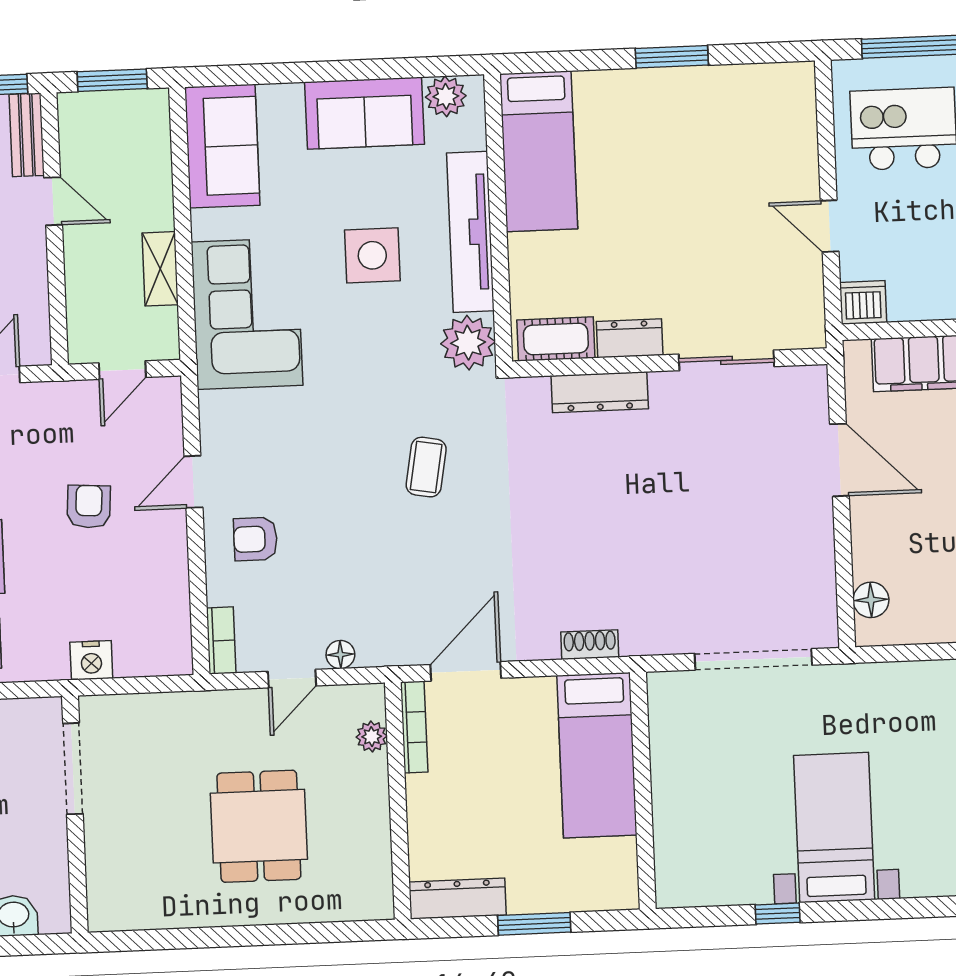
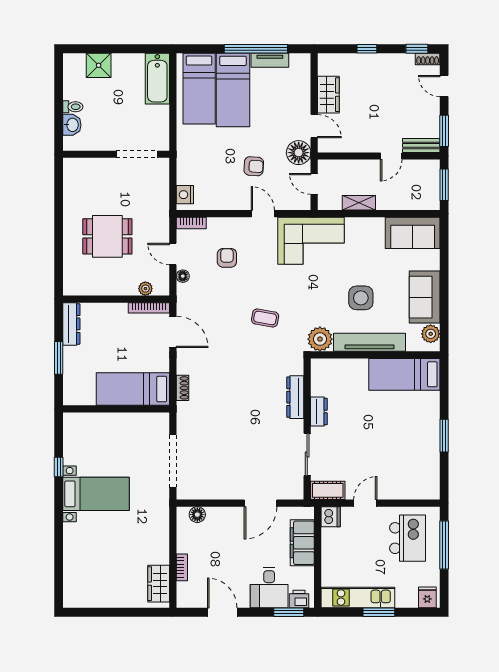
corner sofa: (247, 314) -> (311, 241), moved
cot: (556, 339) -> (328, 490), moved, turned 90
floor lamp: (54, 408) -> (299, 153), added
armchair: (255, 539) -> (227, 258), moved
nightstand: (91, 660) -> (185, 195), moved

